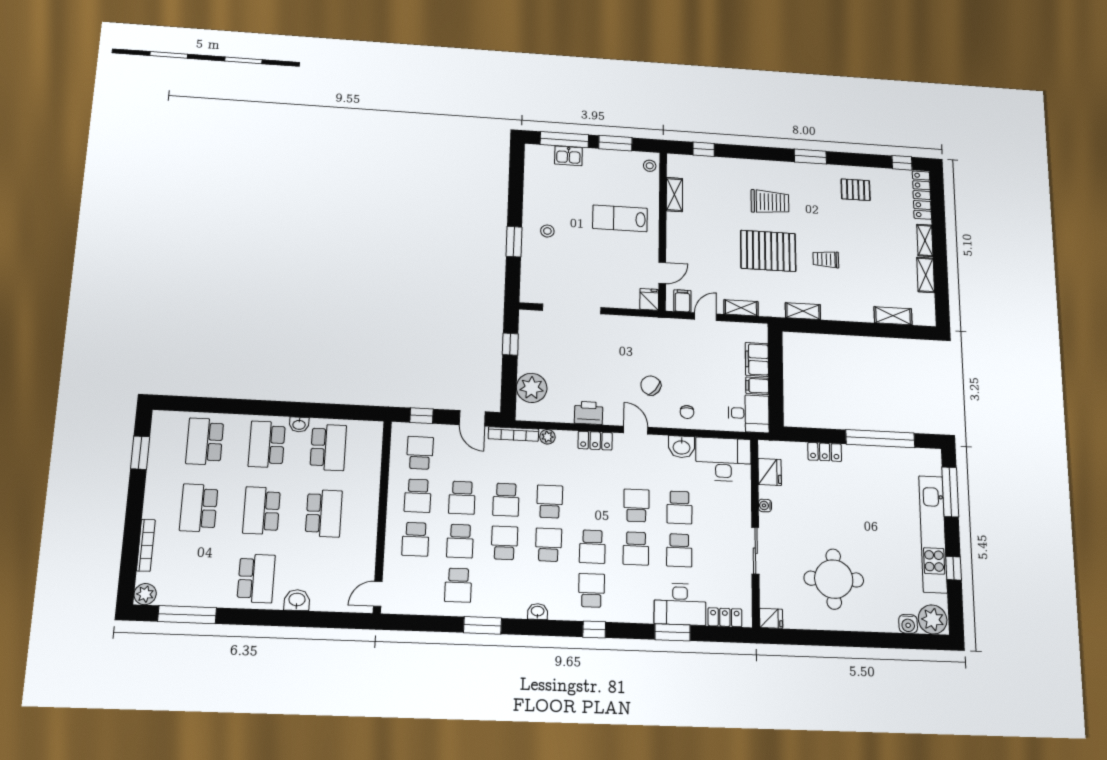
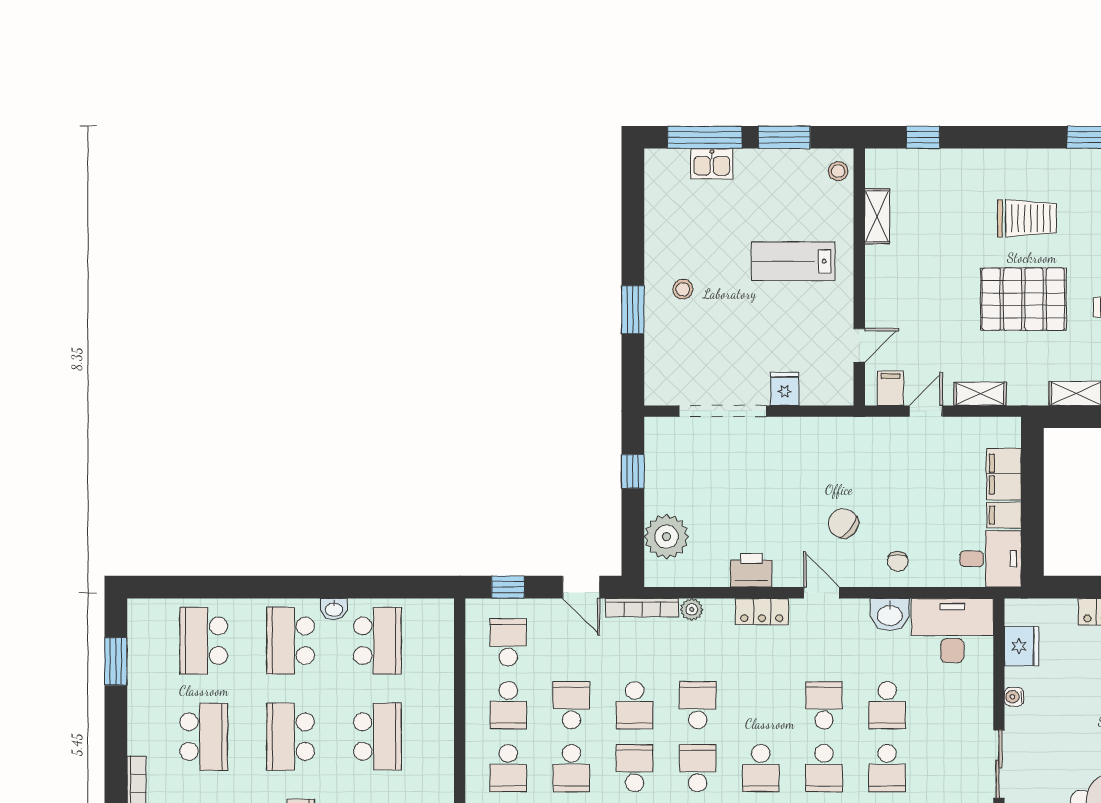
fridge: (649, 299) -> (785, 389), moved
school desk: (462, 498) -> (571, 705), turned 180
school desk: (199, 508) -> (204, 737), turned 180

